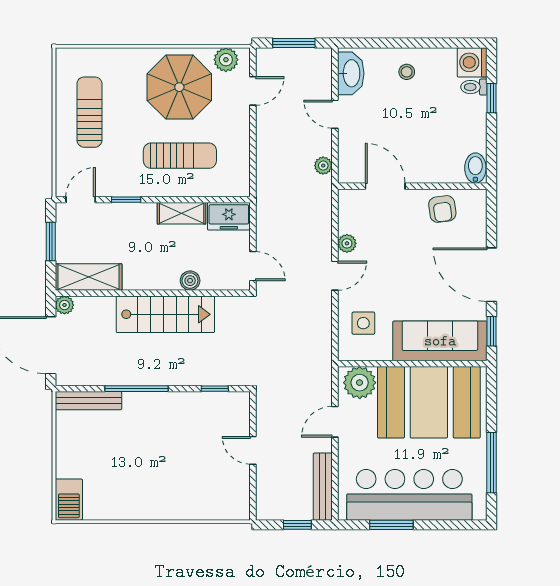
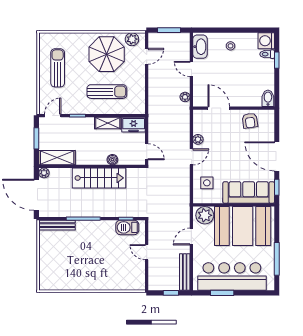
barbecue: (69, 500) -> (127, 227), moved, turned 90

